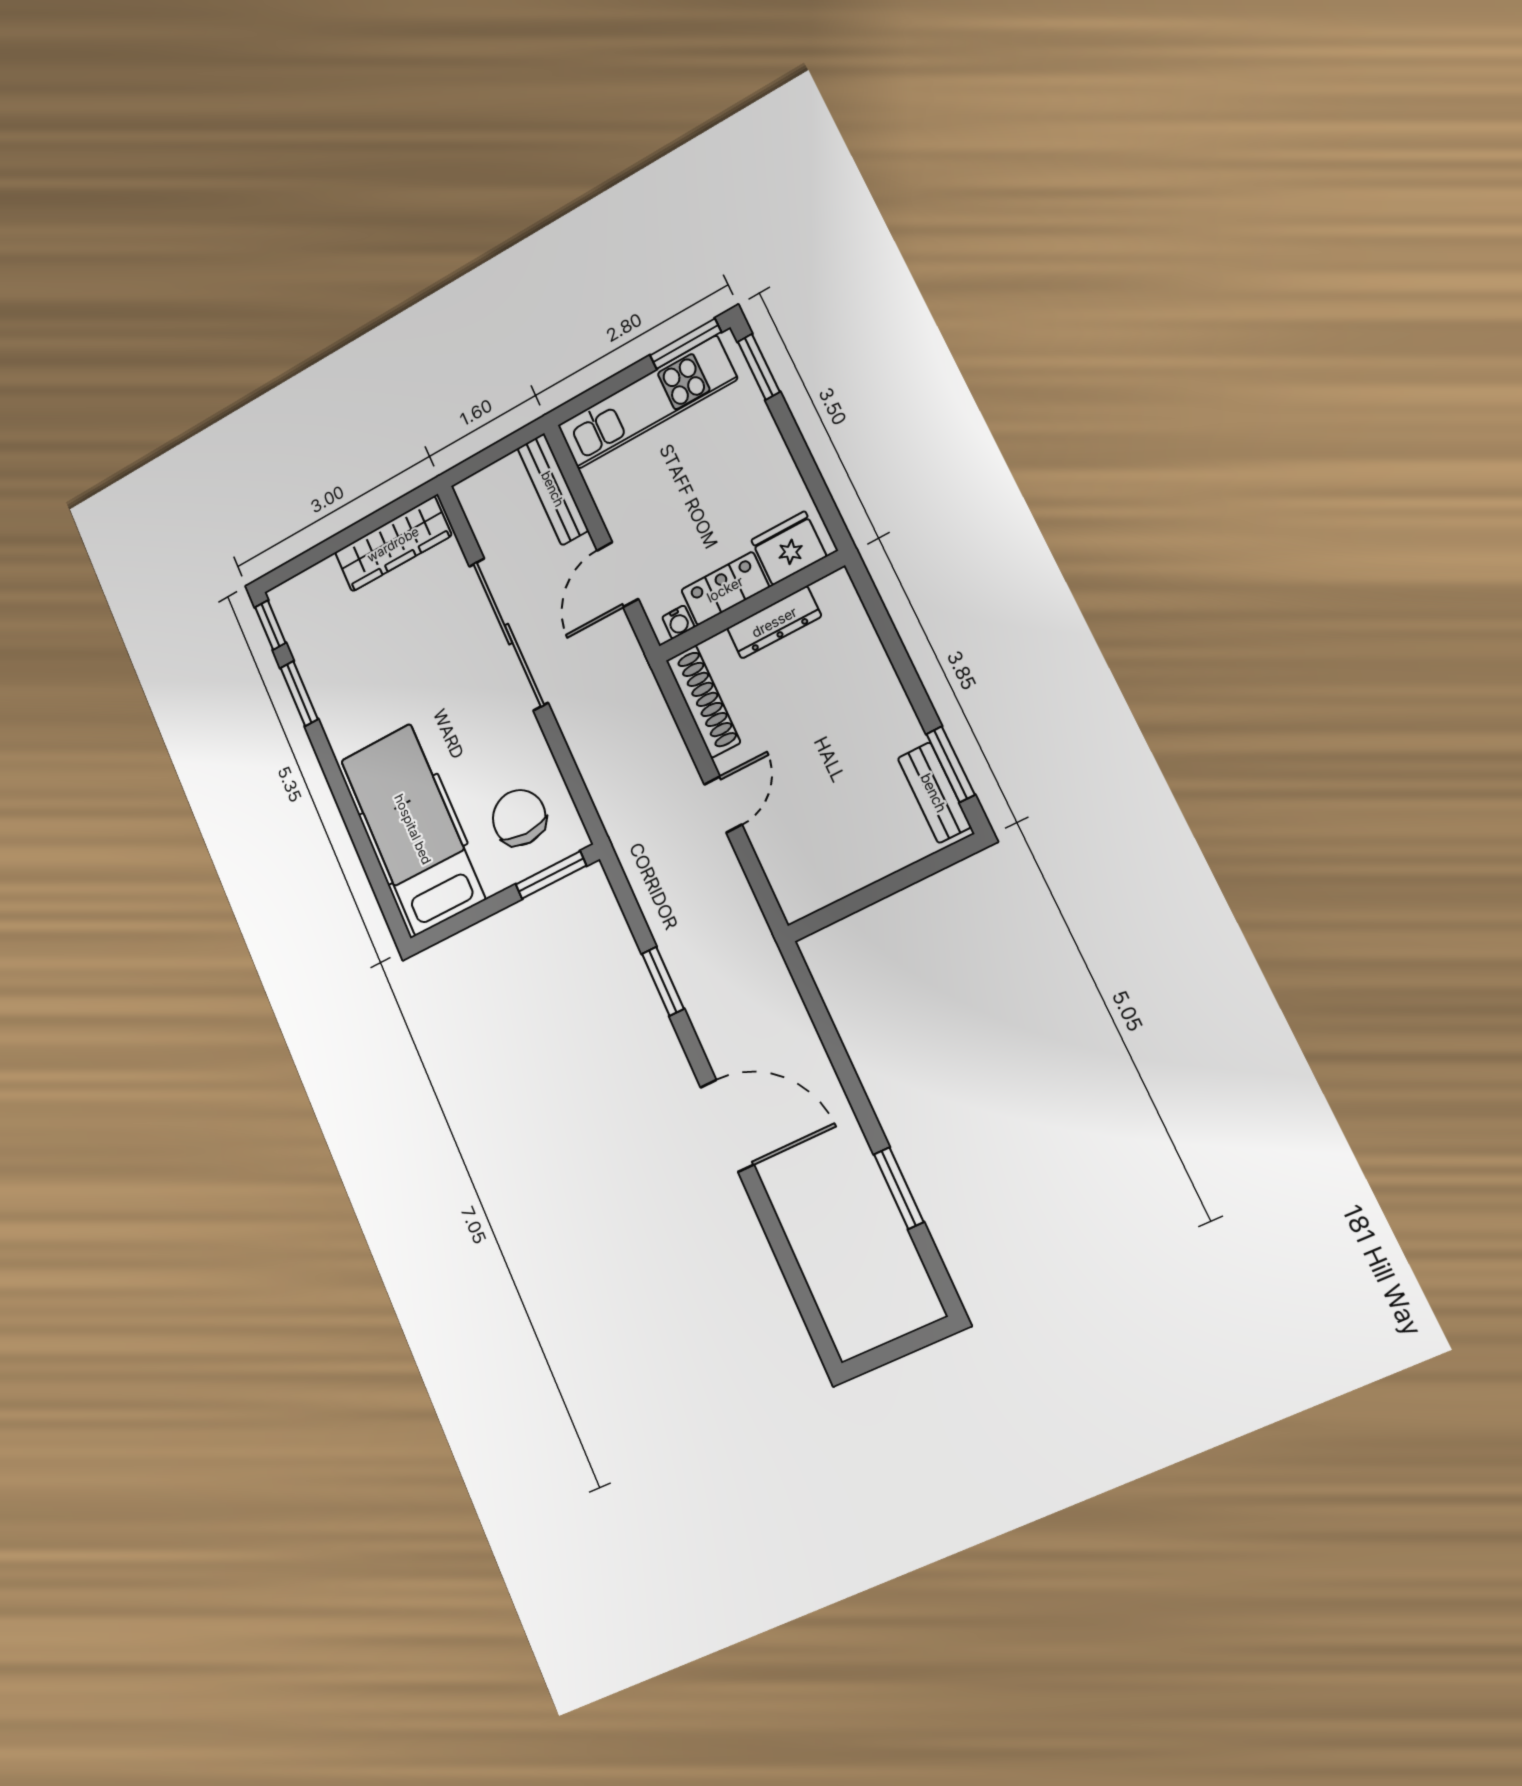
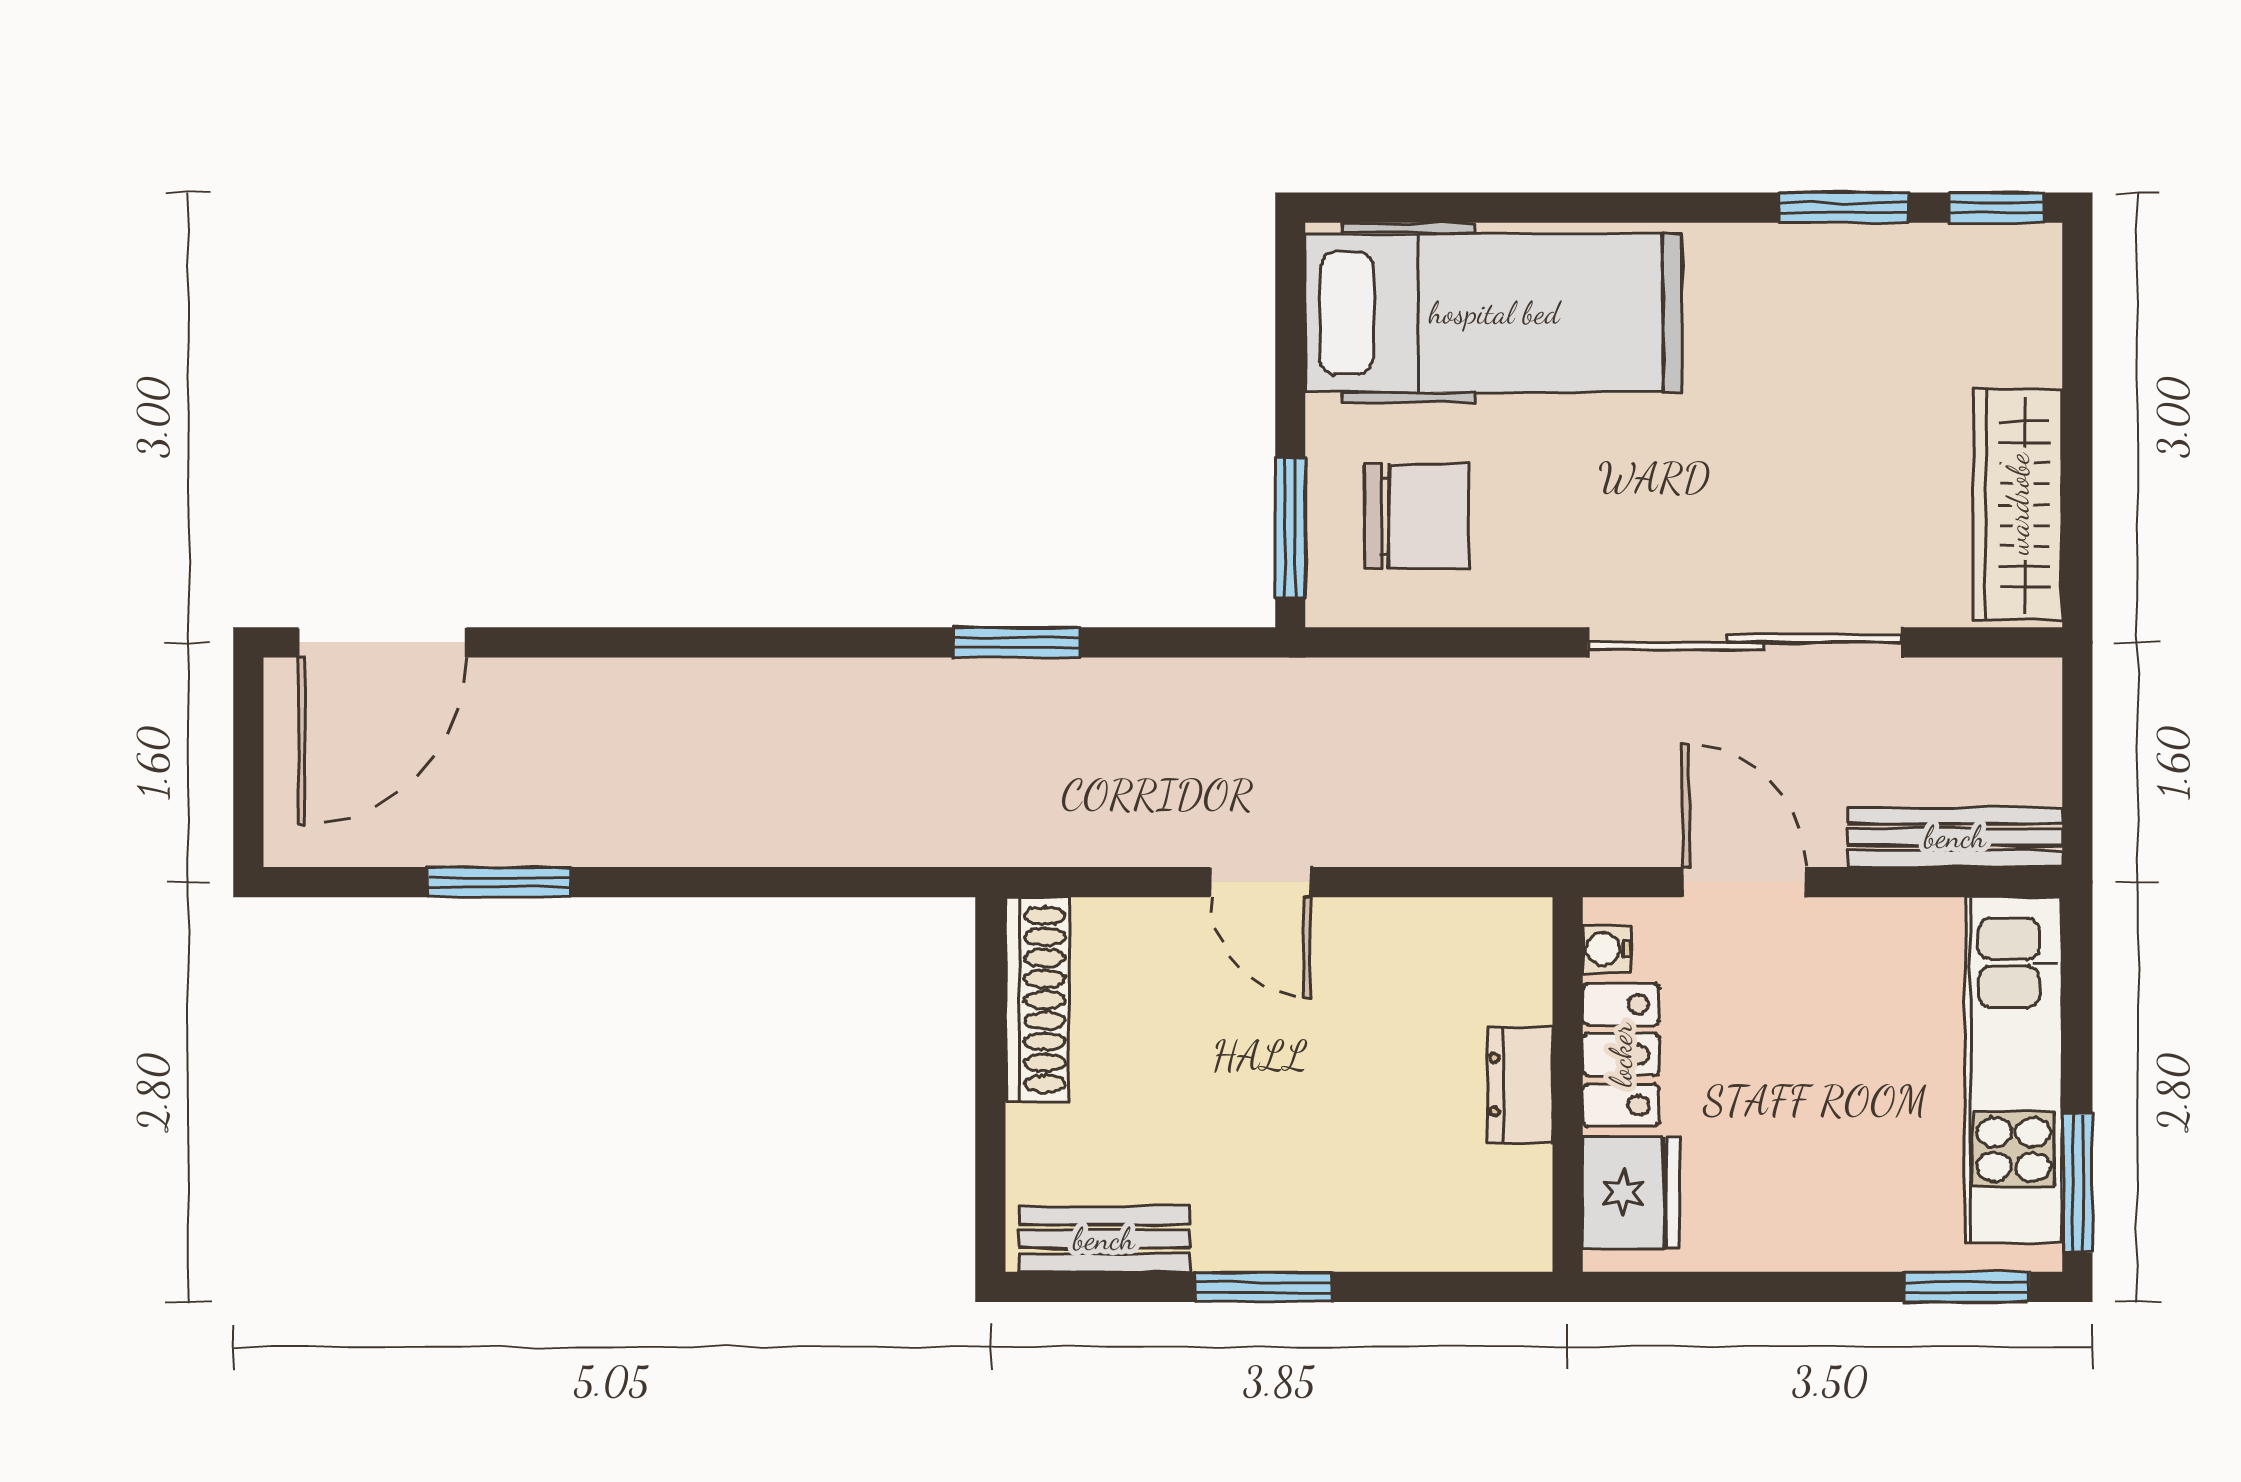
dresser: (774, 622) -> (1520, 1085), width x0.70
shoe rack: (703, 701) -> (1037, 1000), moved, turned -90
window: (951, 764) -> (1264, 1287), moved
door: (727, 1126) -> (382, 642), moved

